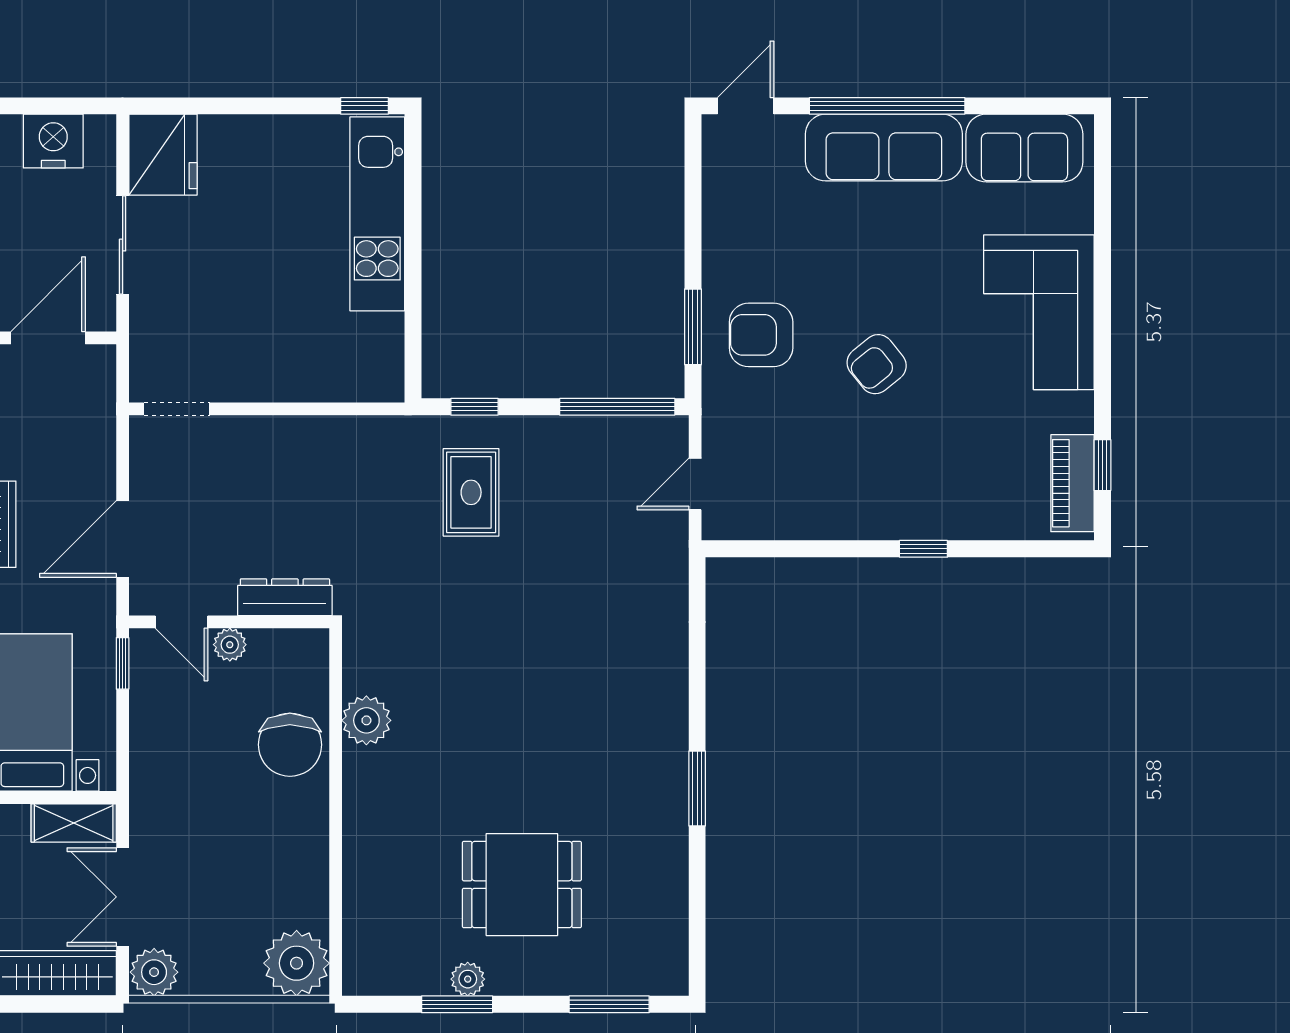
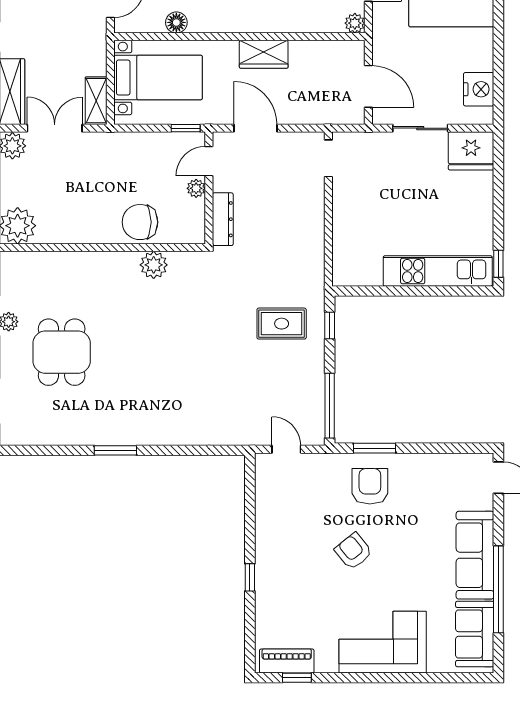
window: (887, 106) -> (498, 589), moved

